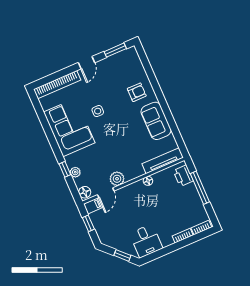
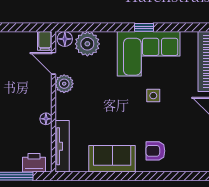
armchair: (137, 92) -> (155, 151), turned 90
window: (65, 169) -> (144, 27), moved
plant: (75, 172) -> (87, 44), width x1.88, depth x1.88
window: (88, 223) -> (26, 27), removed

